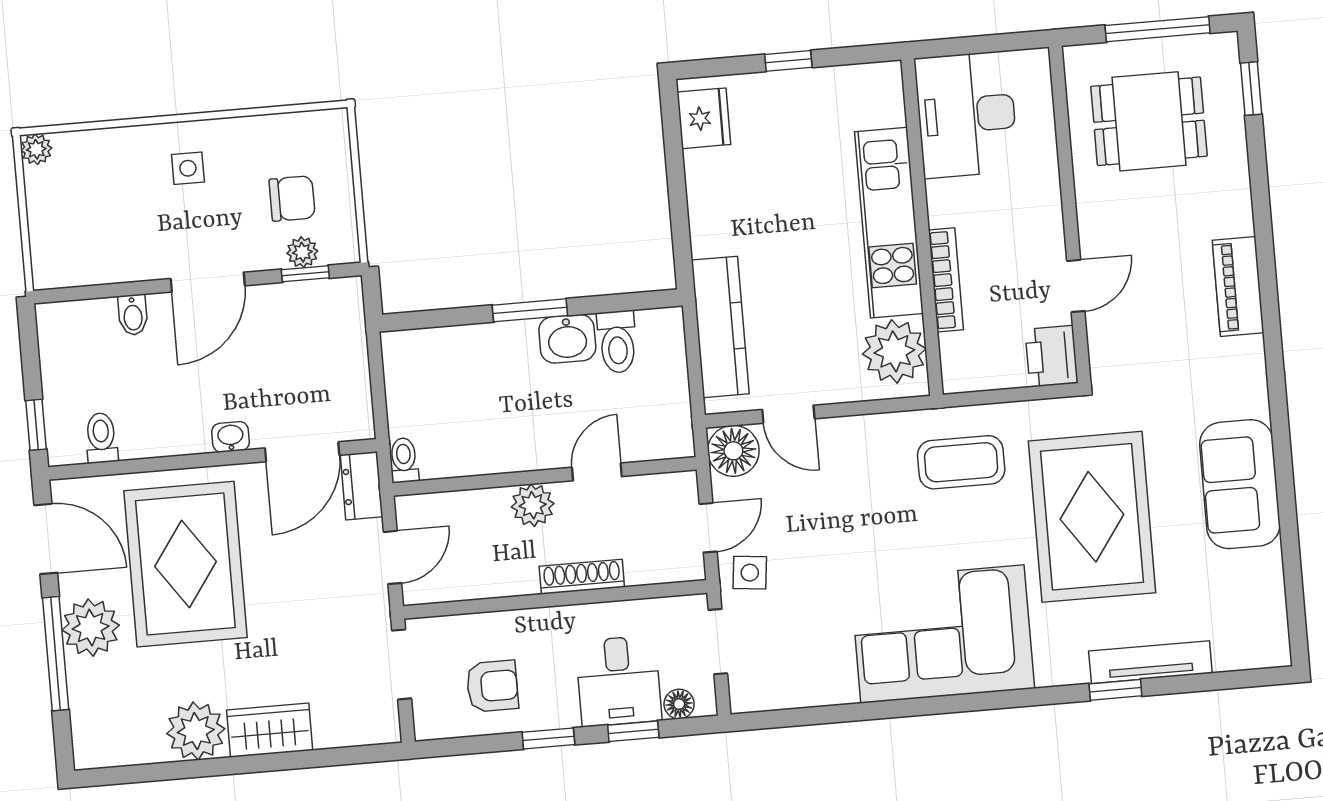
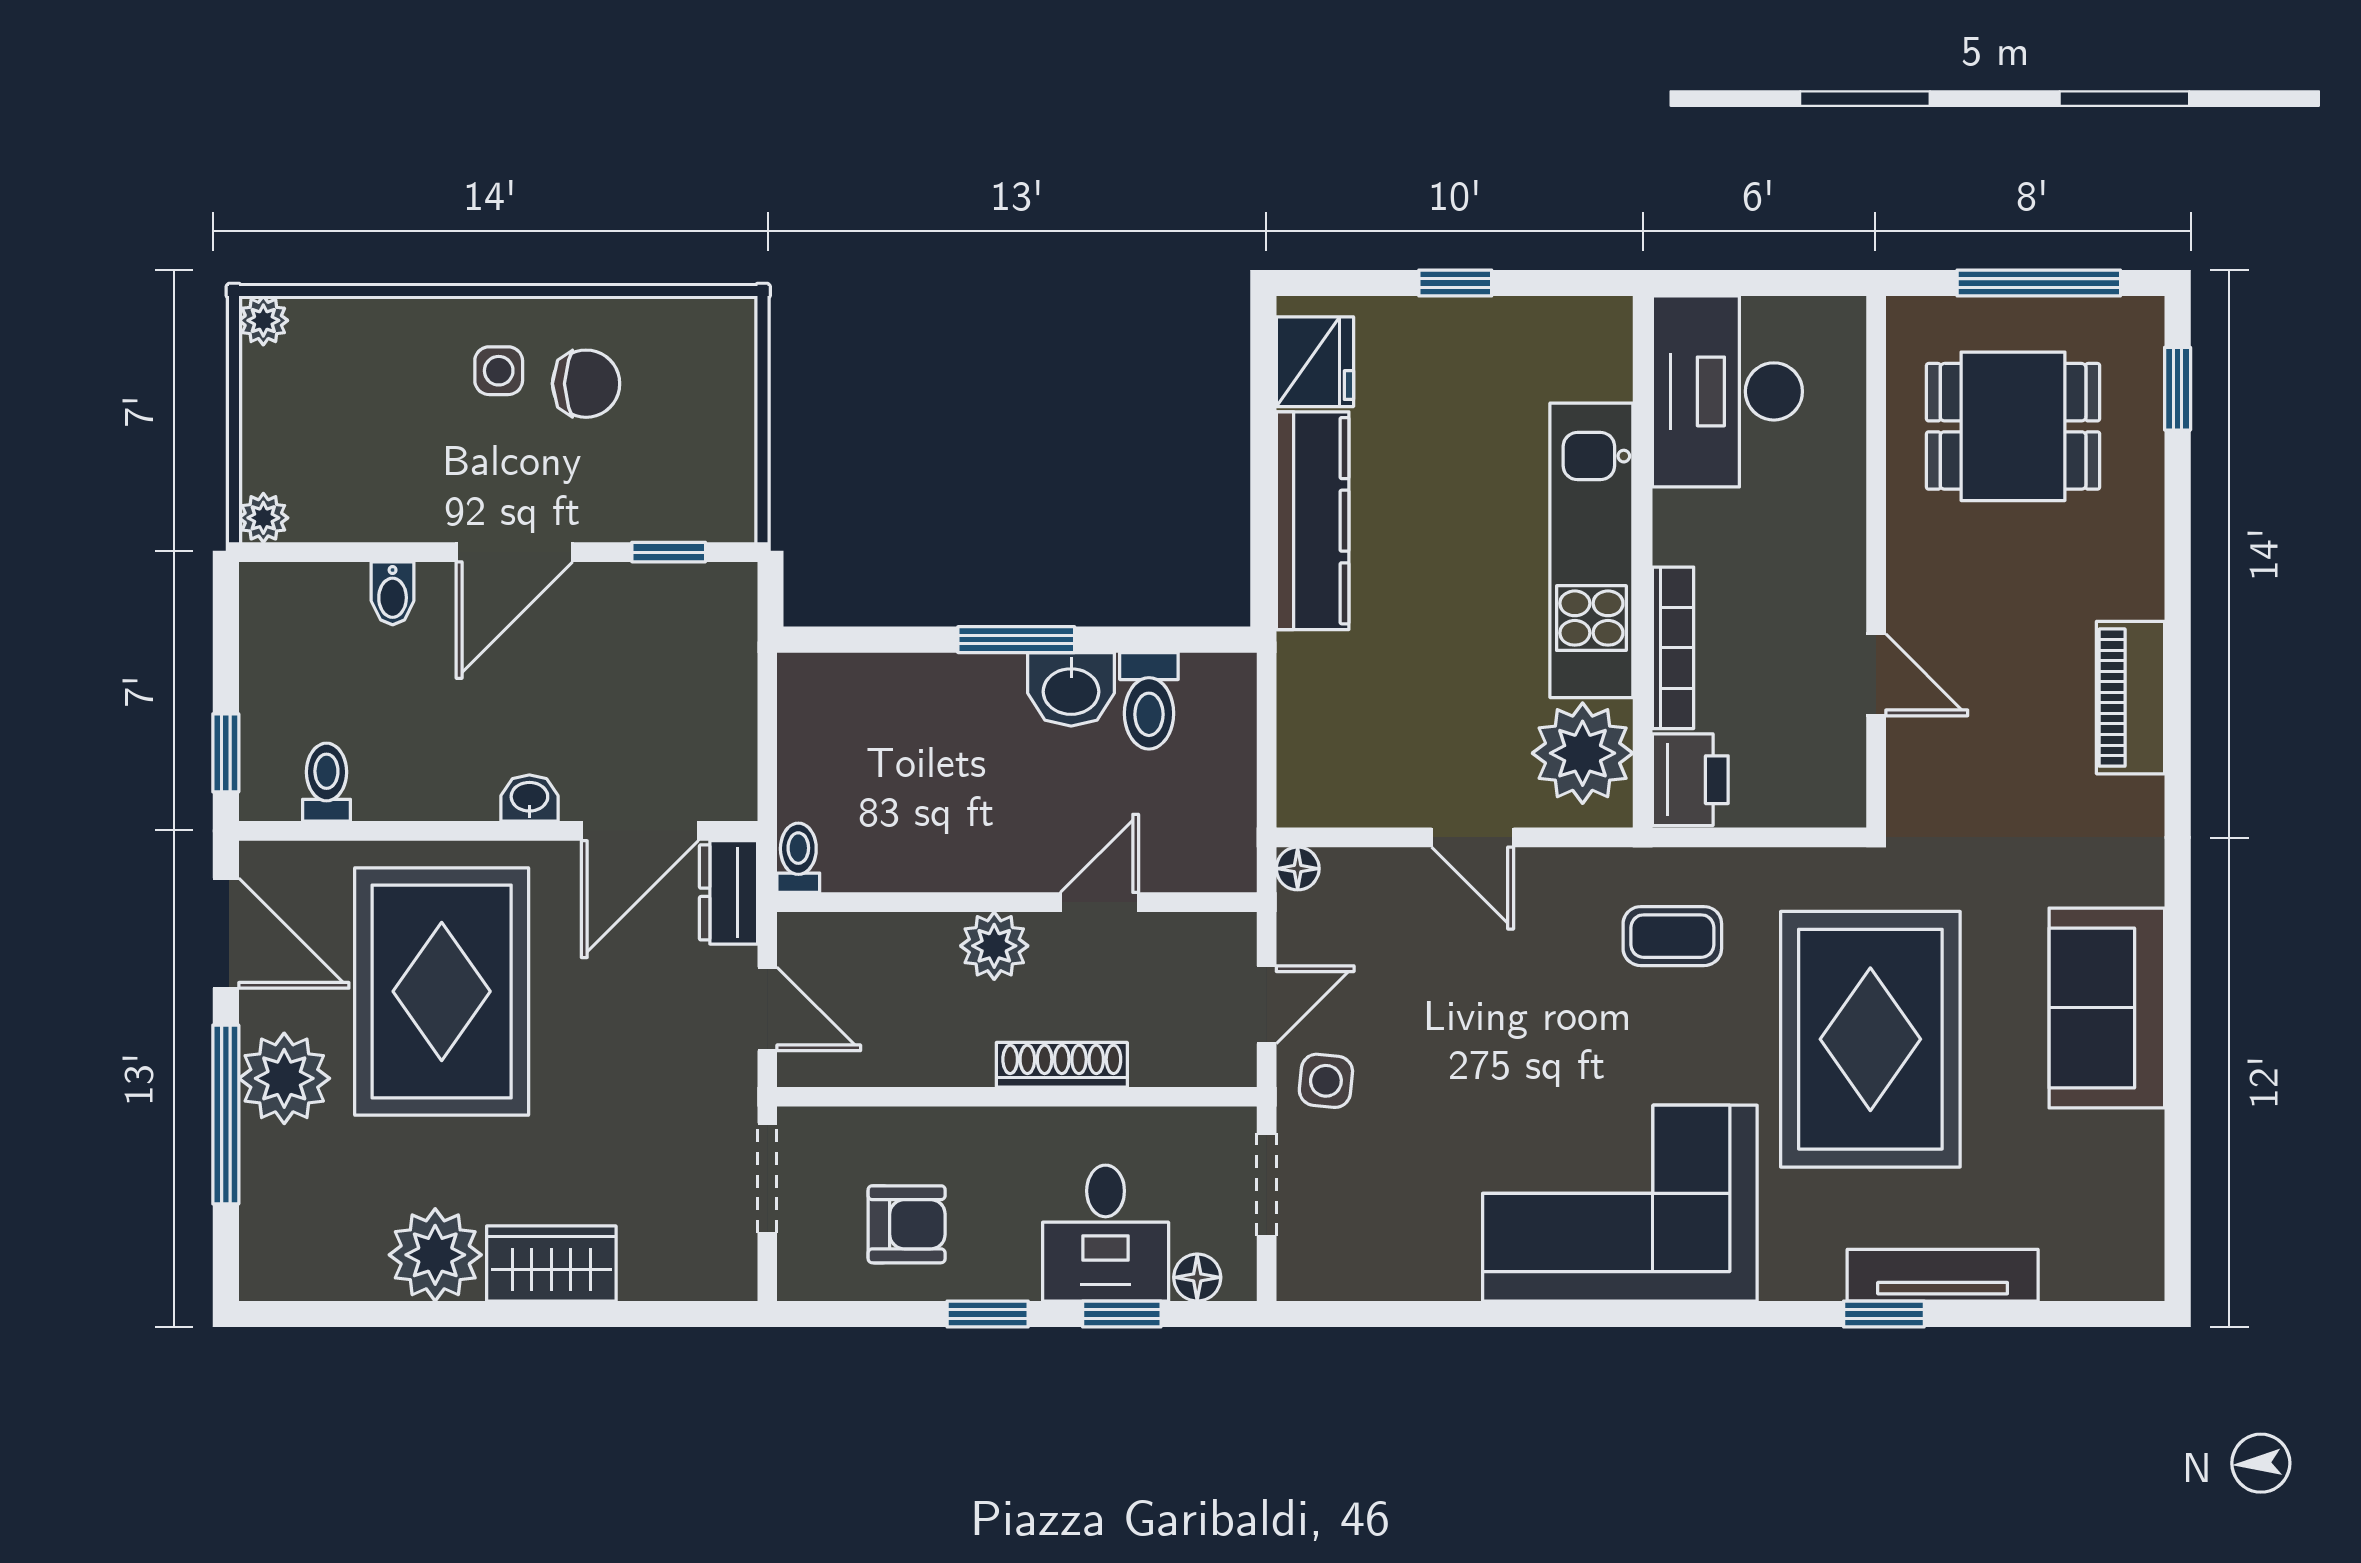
chair: (292, 198) -> (586, 384), moved
plant: (302, 252) -> (263, 518), moved
door: (1076, 286) -> (1876, 675), hinge flipped
kitchen counter: (720, 327) -> (1313, 521), moved
printer: (1051, 356) -> (1690, 780), moved, turned 180
door: (788, 414) -> (1473, 837), moved
floor lamp: (733, 451) -> (1298, 869), width x0.53, depth x0.53
coffee table: (961, 462) -> (1672, 936), width x0.73, depth x0.77
door: (392, 557) -> (767, 1009), hinge flipped

